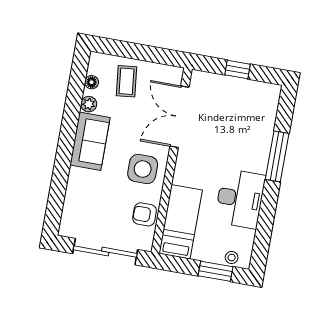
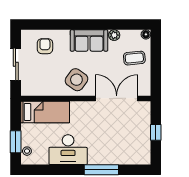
floor lamp: (92, 82) -> (146, 34), moved
side table: (143, 169) -> (76, 80), turned 35
armchair: (145, 214) -> (45, 46), moved
sliding door: (105, 252) -> (16, 64), width x0.73

